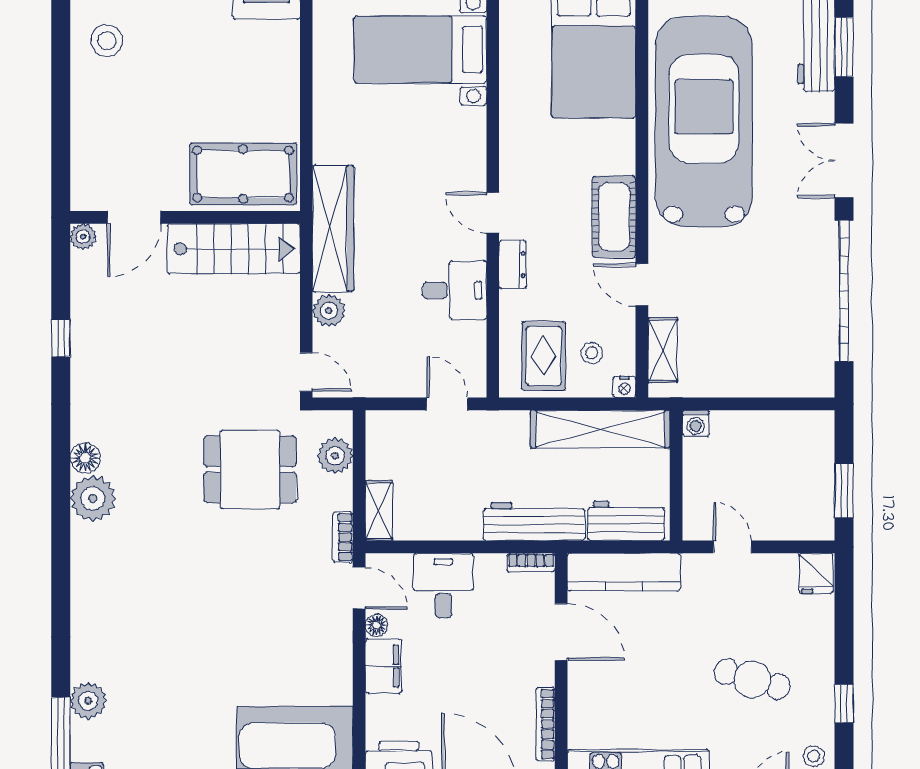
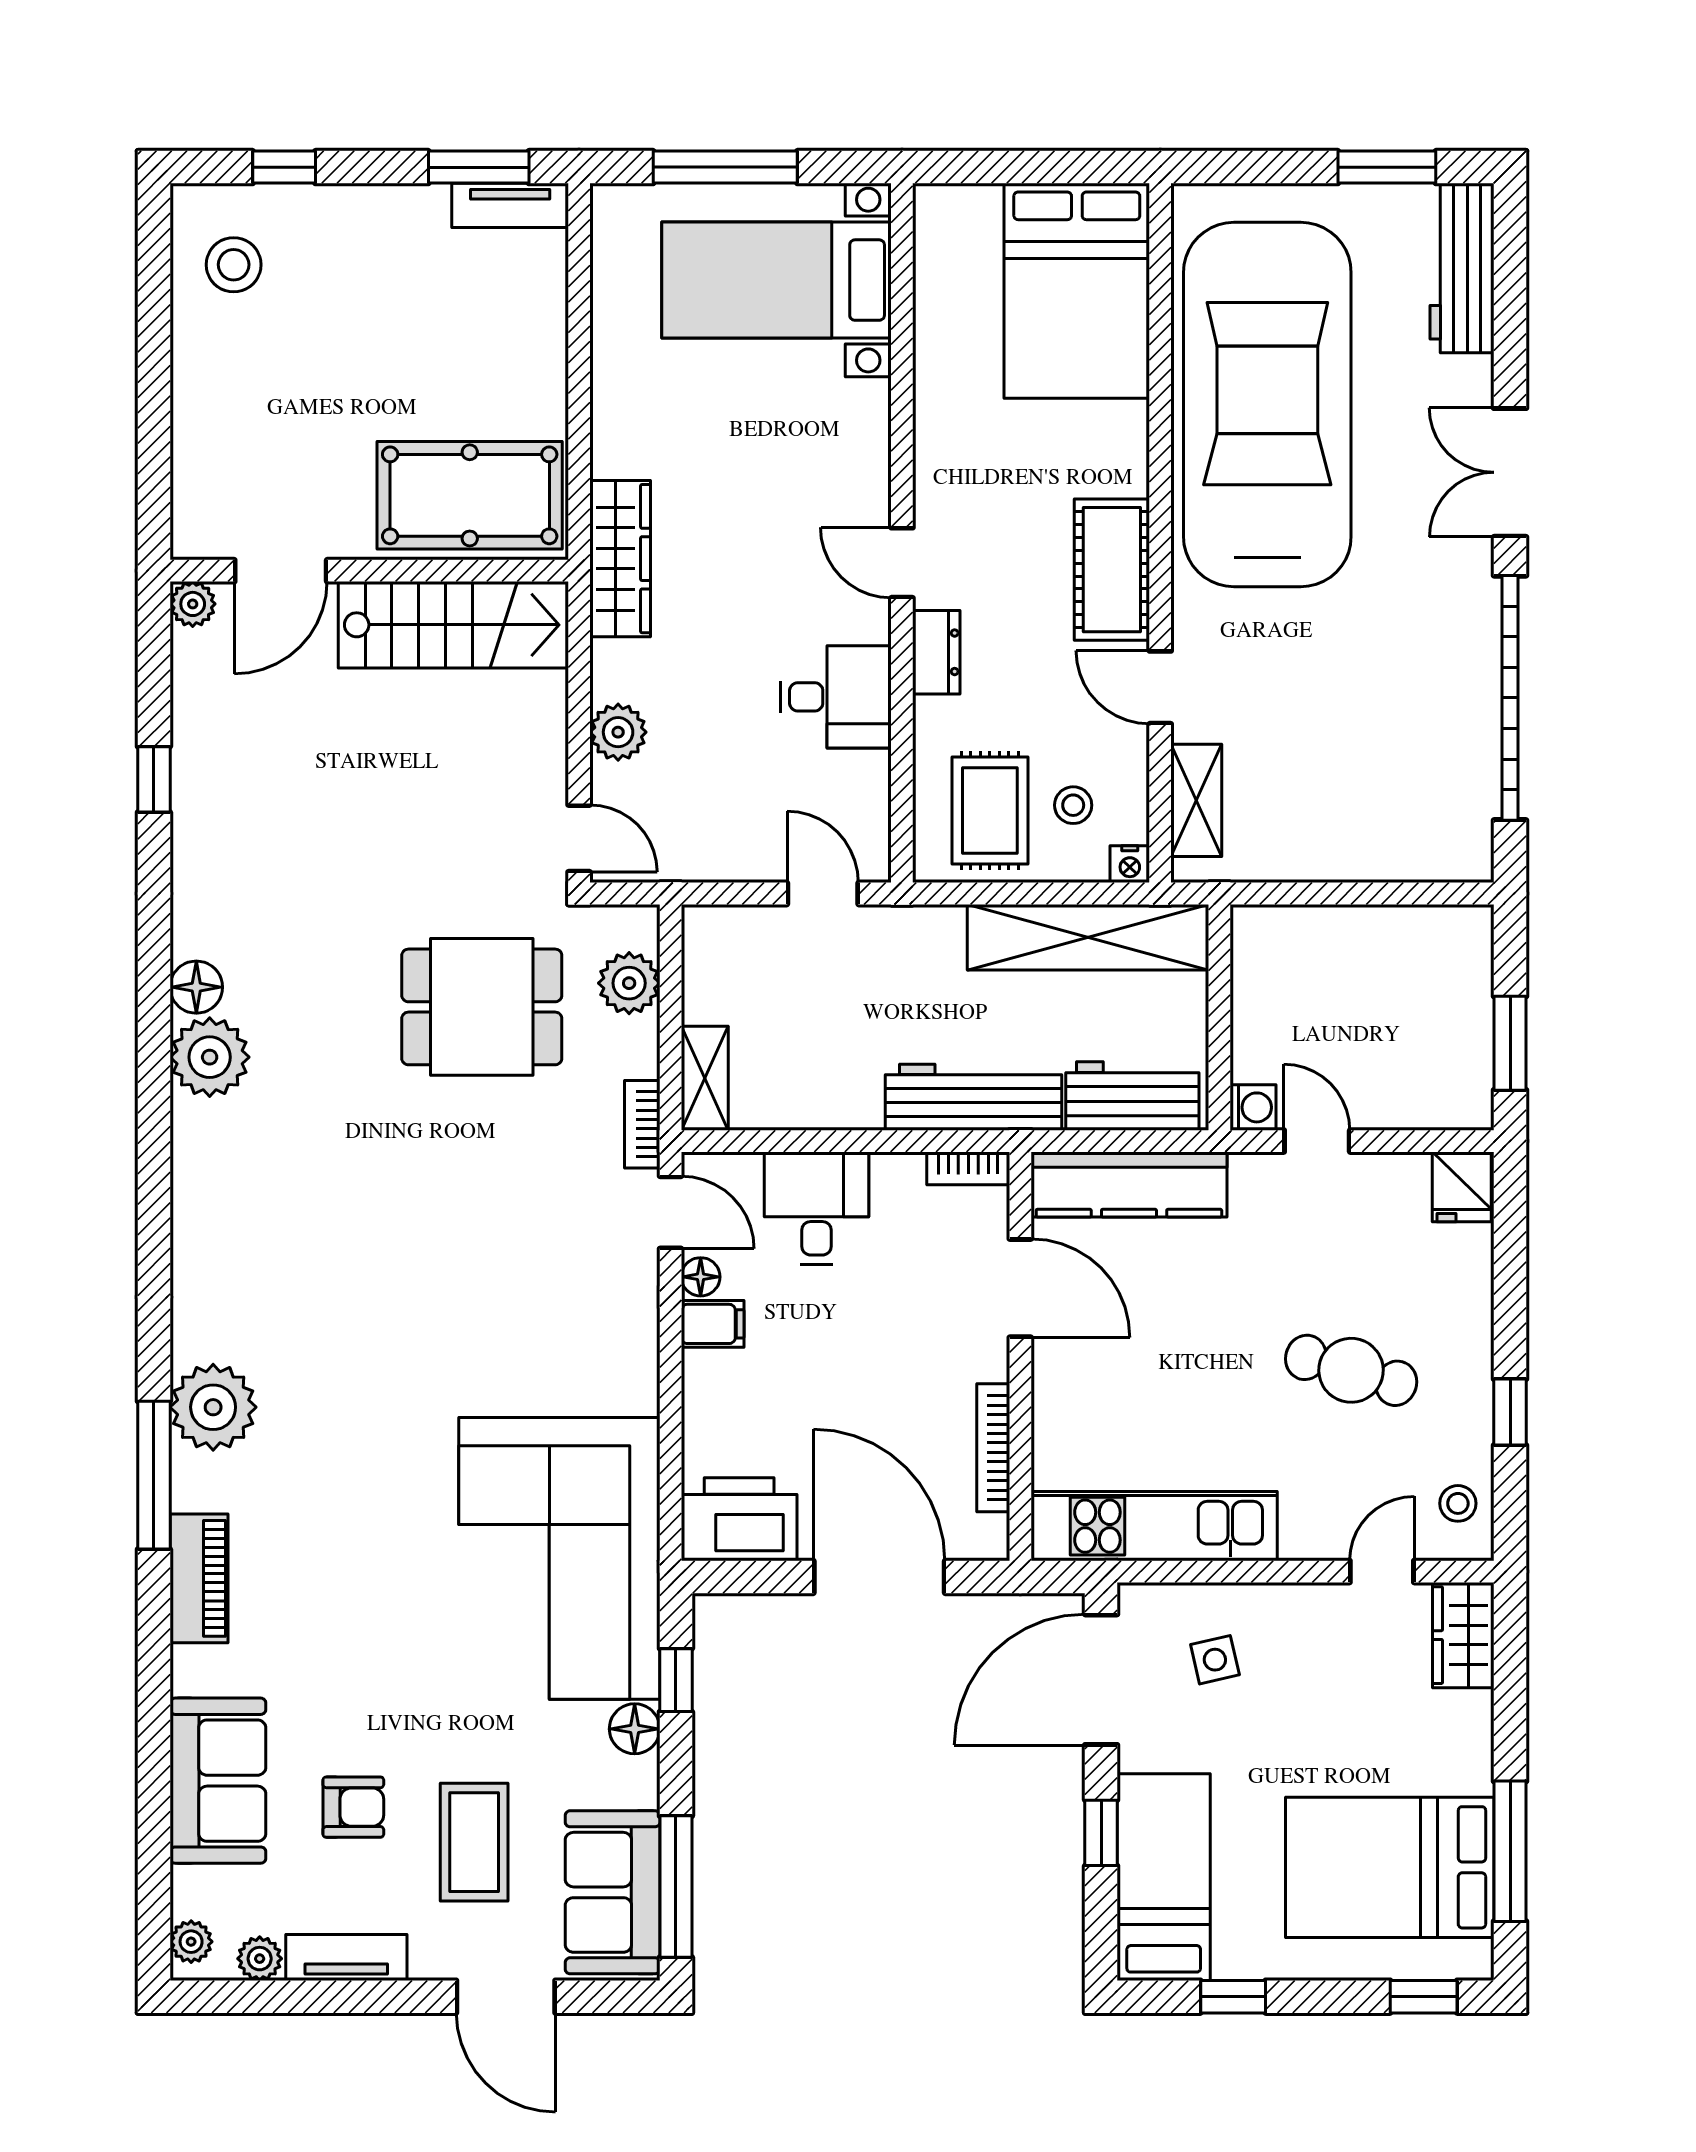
window: (844, 47) -> (1510, 276), removed
wardrobe: (333, 229) -> (620, 559), width x0.71, depth x0.85
washing machine: (696, 423) -> (1253, 1107), moved, turned -90
filing cabinet: (383, 666) -> (713, 1324), width x0.50
plant: (88, 701) -> (213, 1407), width x1.36, depth x1.36

